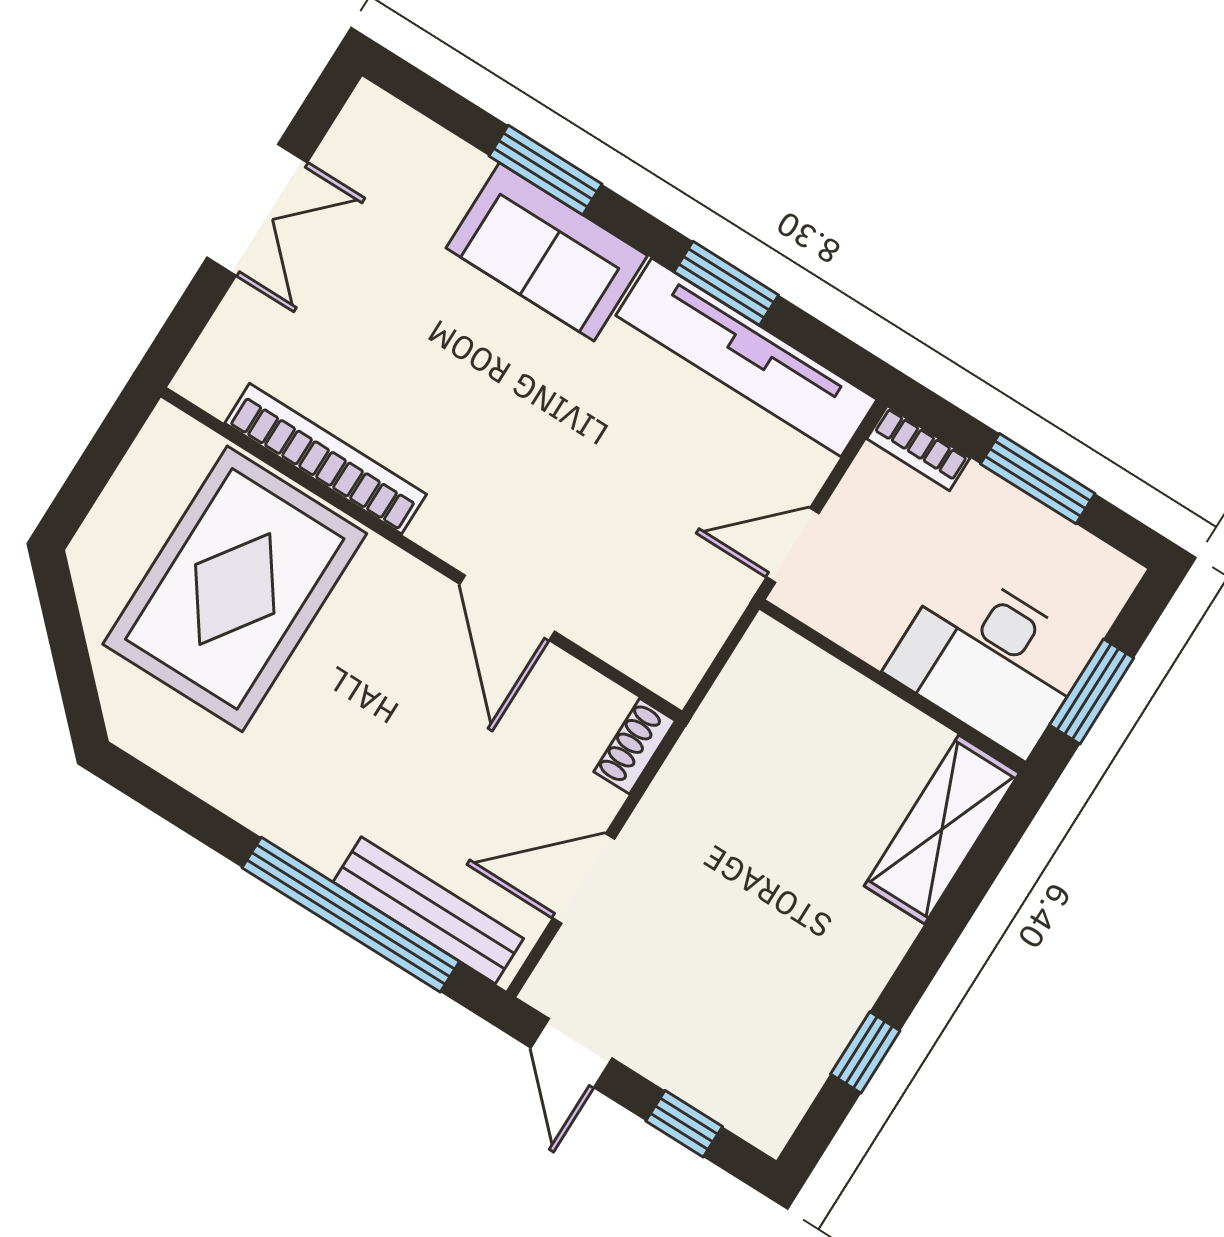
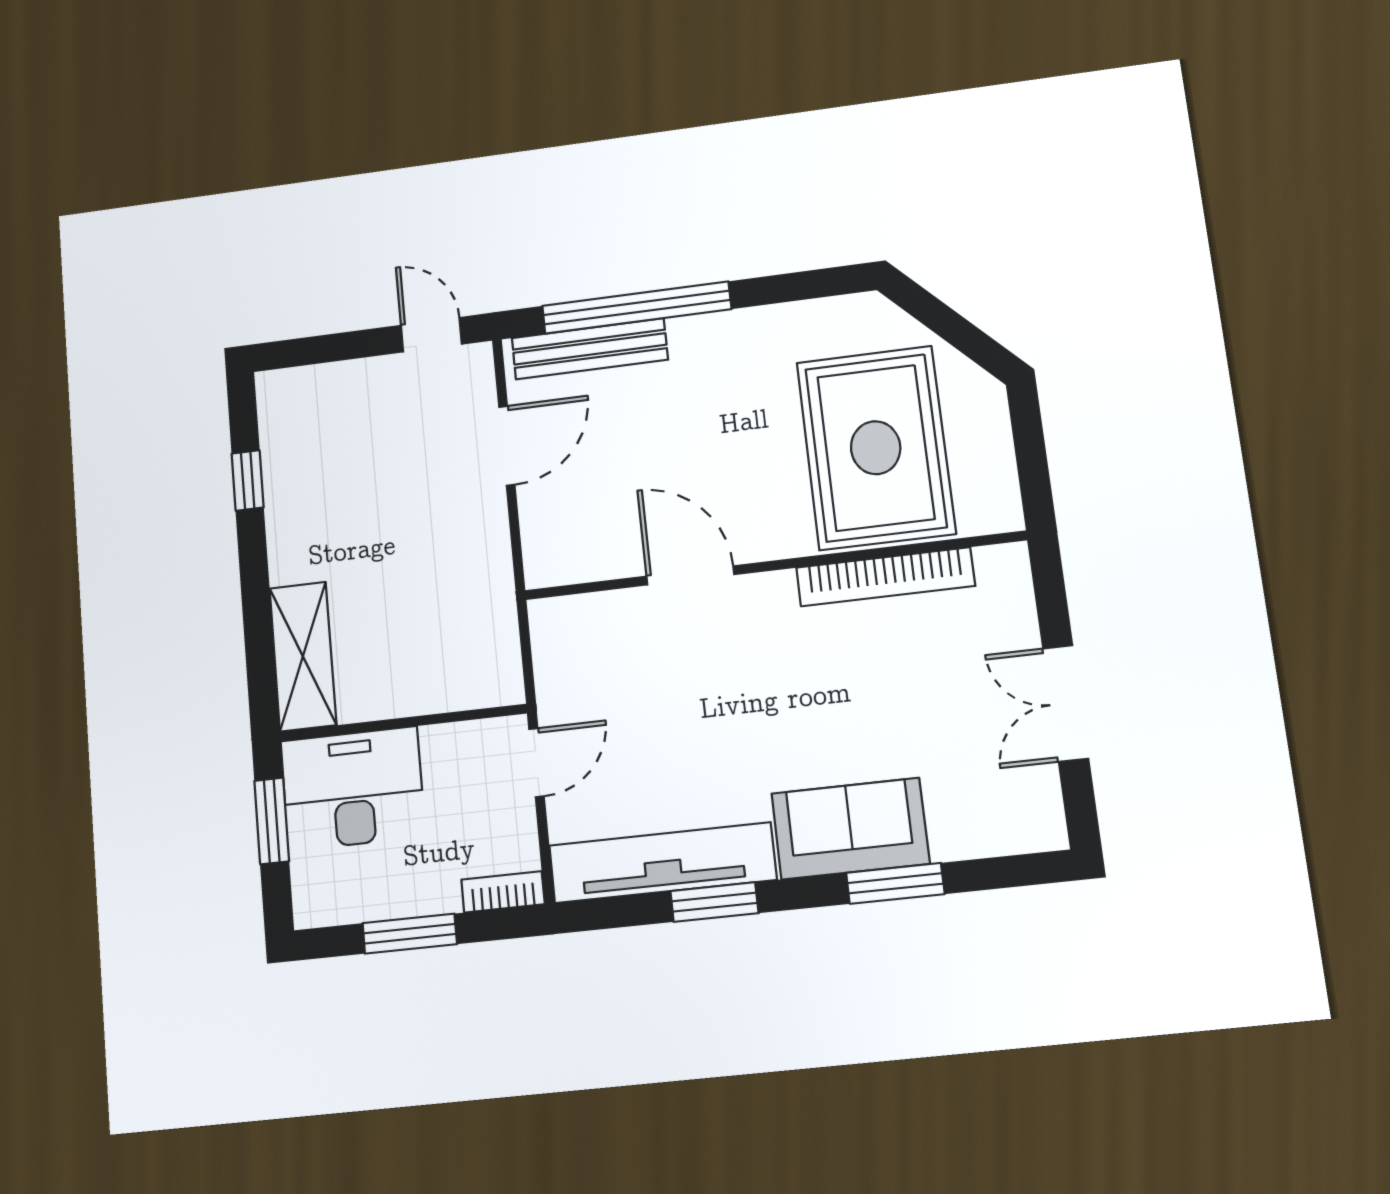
shoe rack: (635, 746) -> (539, 553), removed
window: (684, 1124) -> (328, 348), removed

